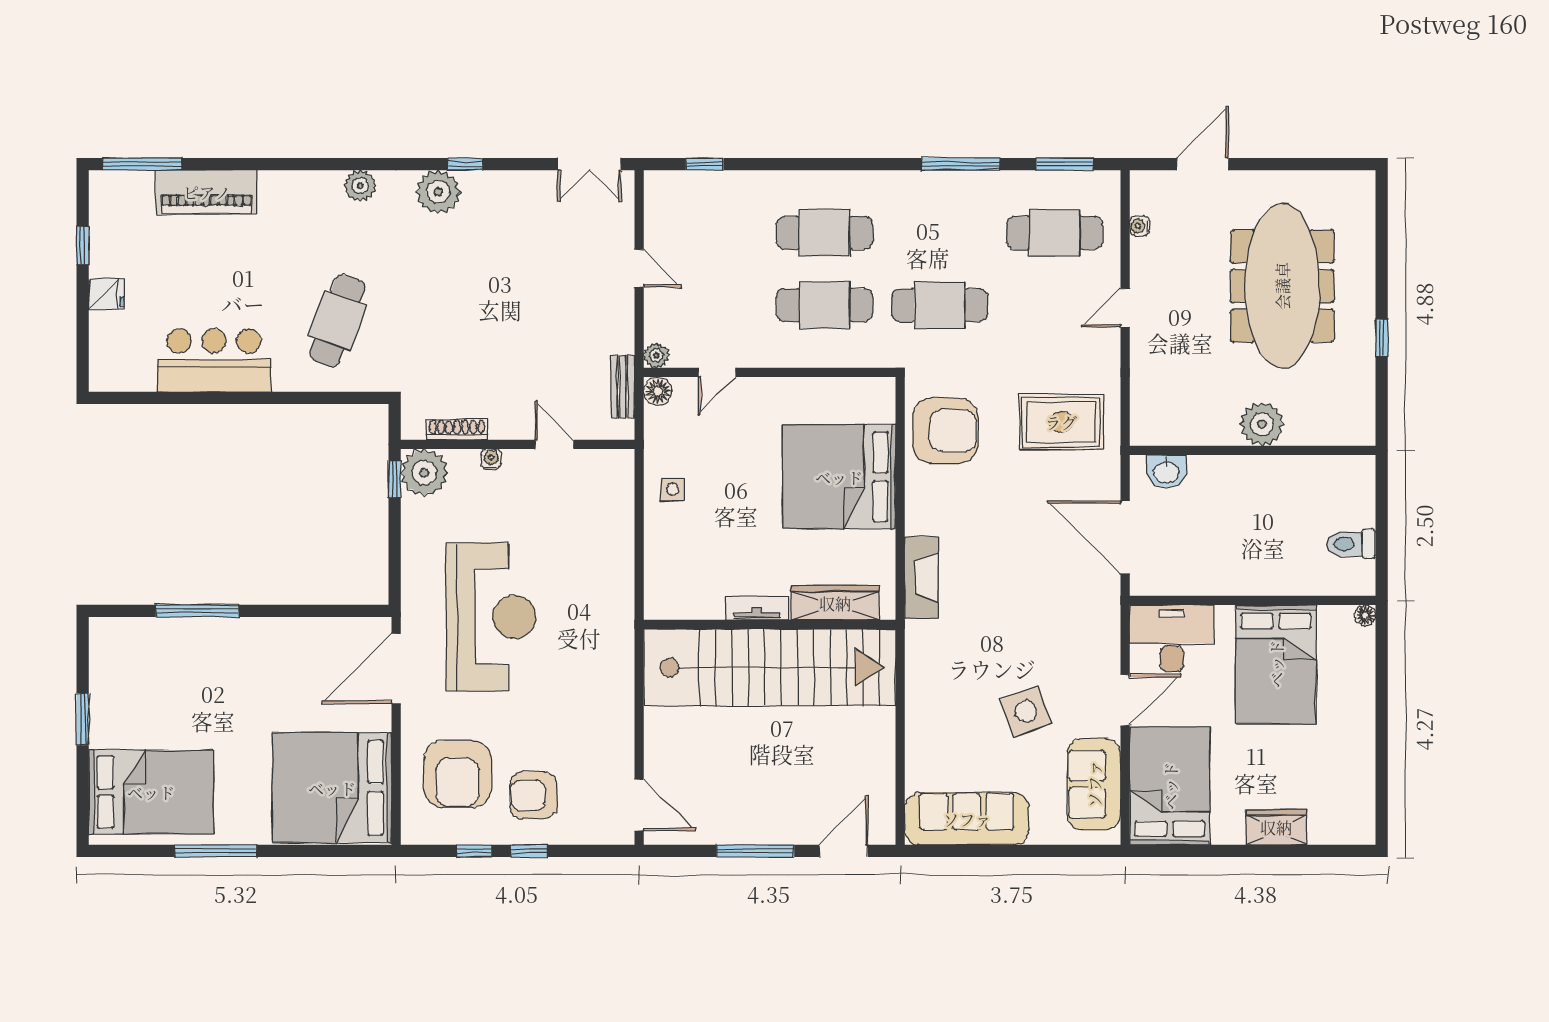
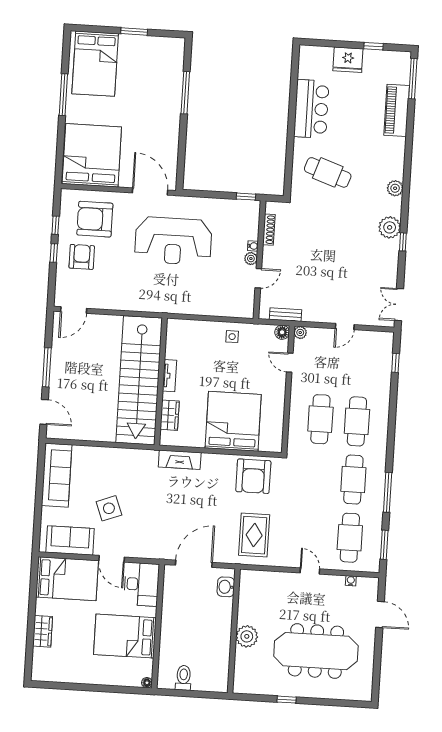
fridge: (107, 294) -> (348, 60), width x1.88, depth x1.34
cafe table: (940, 305) -> (353, 480), moved
plant: (424, 473) -> (251, 259), moved, width x0.53, depth x0.53
wardrobe: (835, 603) -> (170, 415), width x0.67

